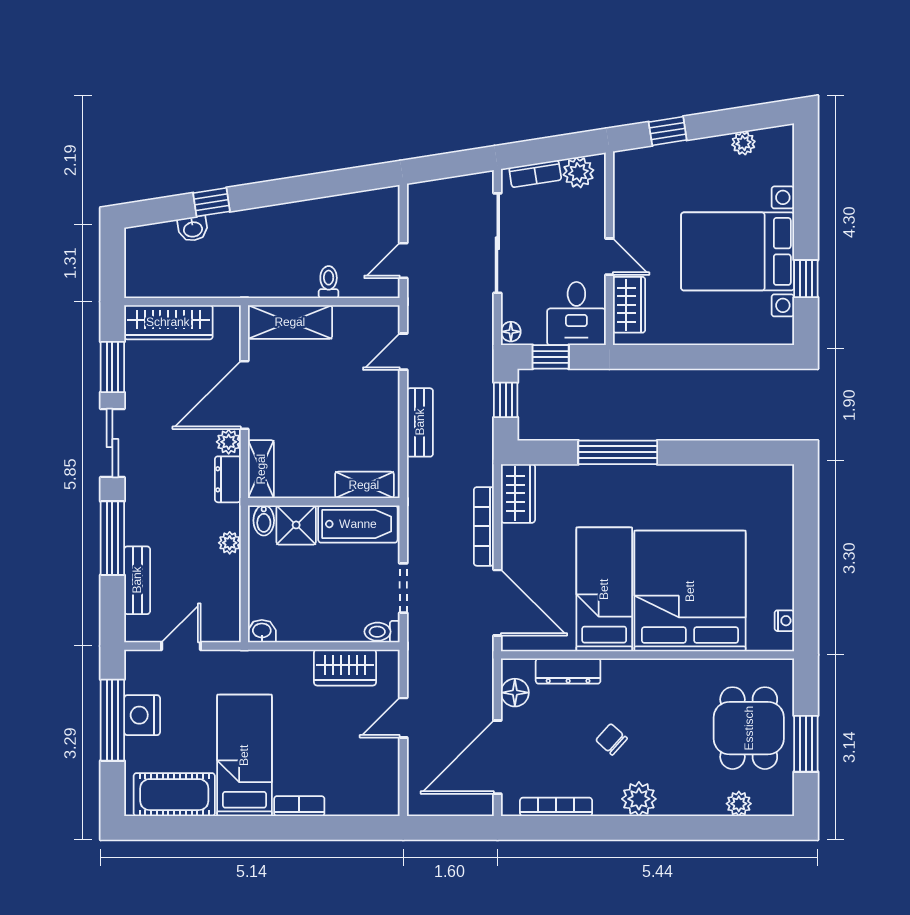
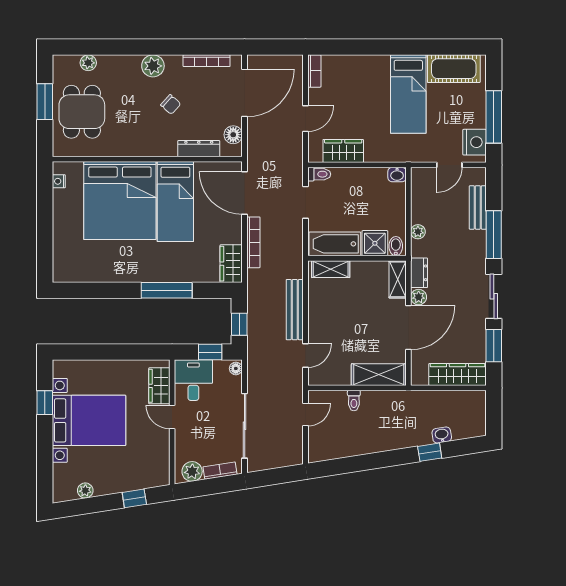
bench: (420, 422) -> (295, 310), width x1.36
nightstand: (142, 715) -> (475, 142), moved
bookcase: (299, 806) -> (314, 71), moved, turned -90

